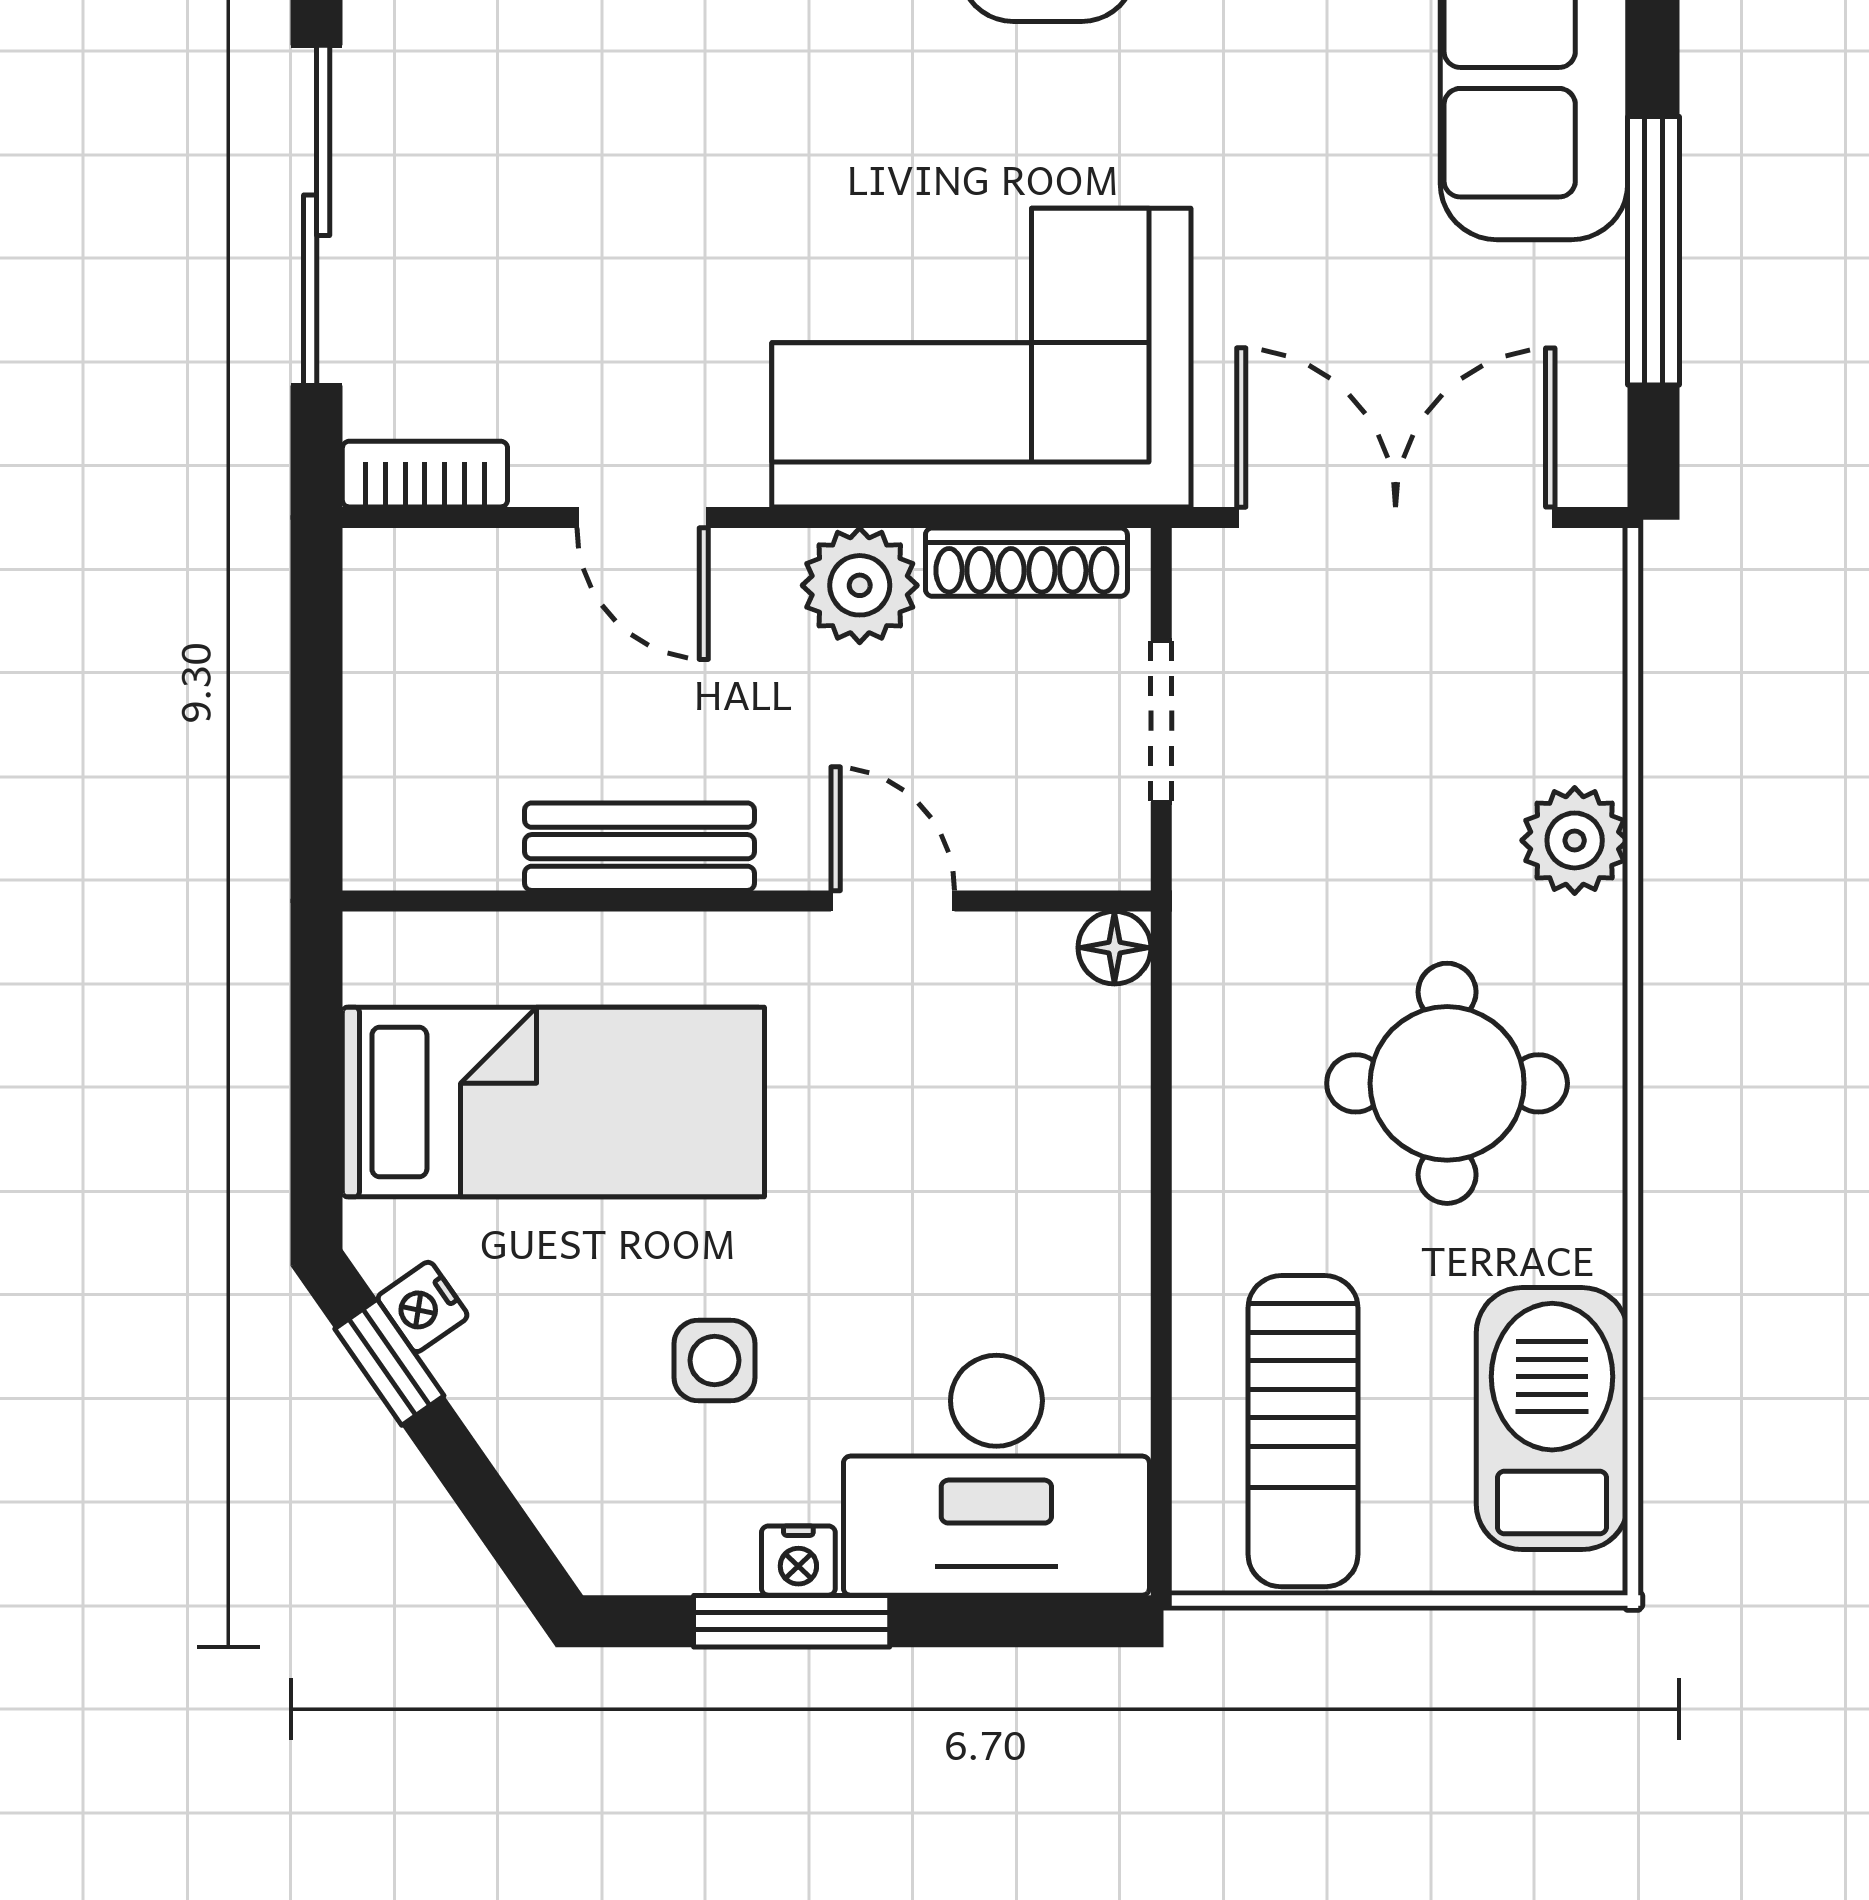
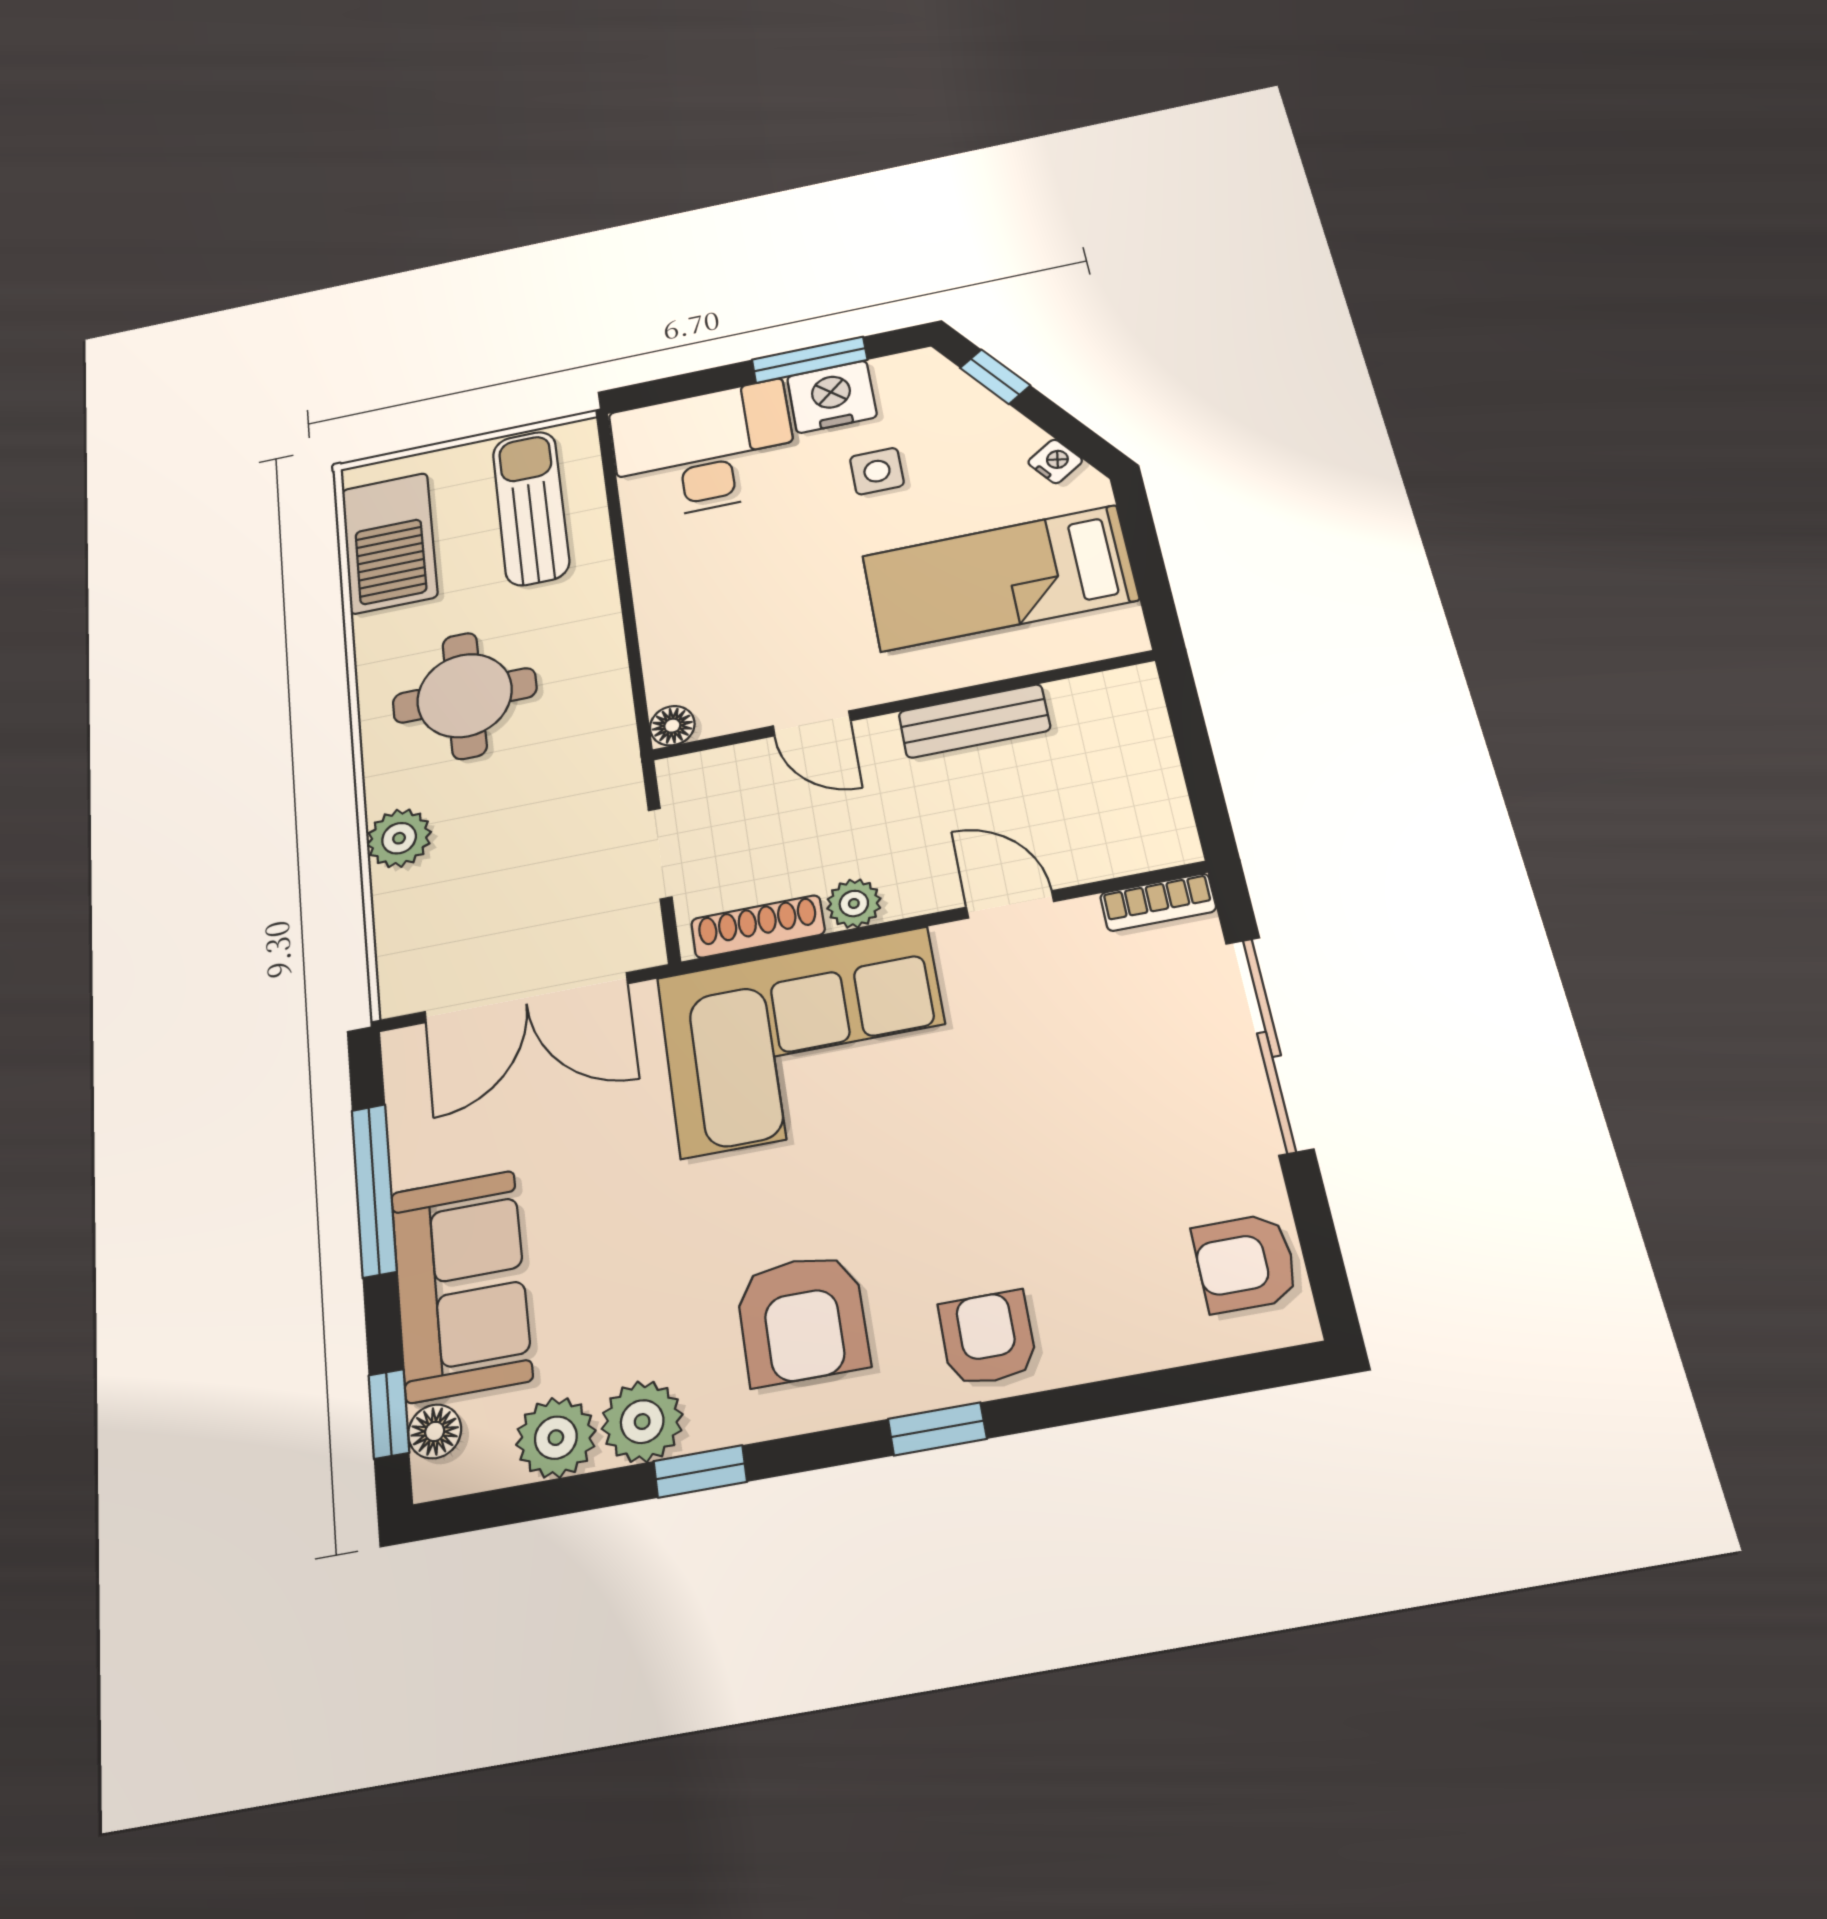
plant: (860, 585) -> (854, 903), width x0.73, depth x0.73
window: (389, 1362) -> (995, 377), moved
nightstand: (798, 1561) -> (832, 397), width x1.89, depth x1.79

